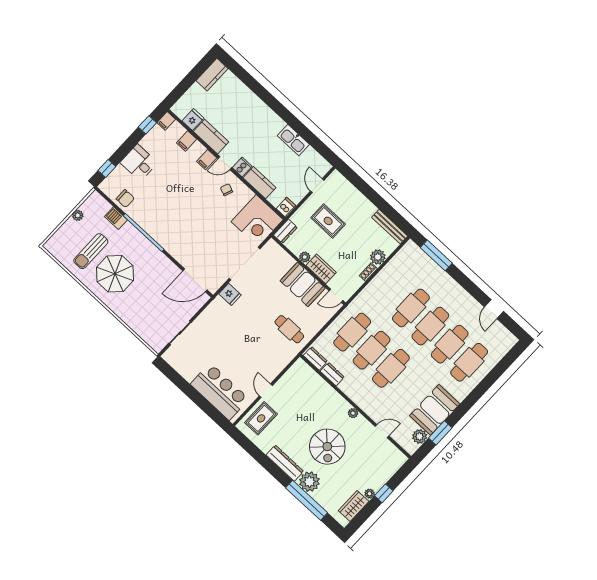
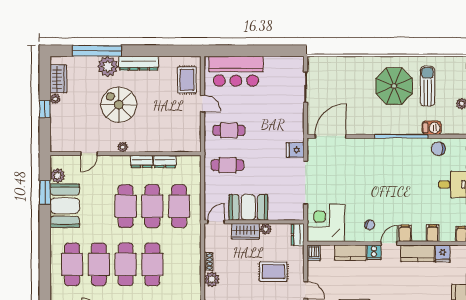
cafe table: (265, 353) -> (229, 130), added
dresser: (315, 358) -> (142, 161), moved

